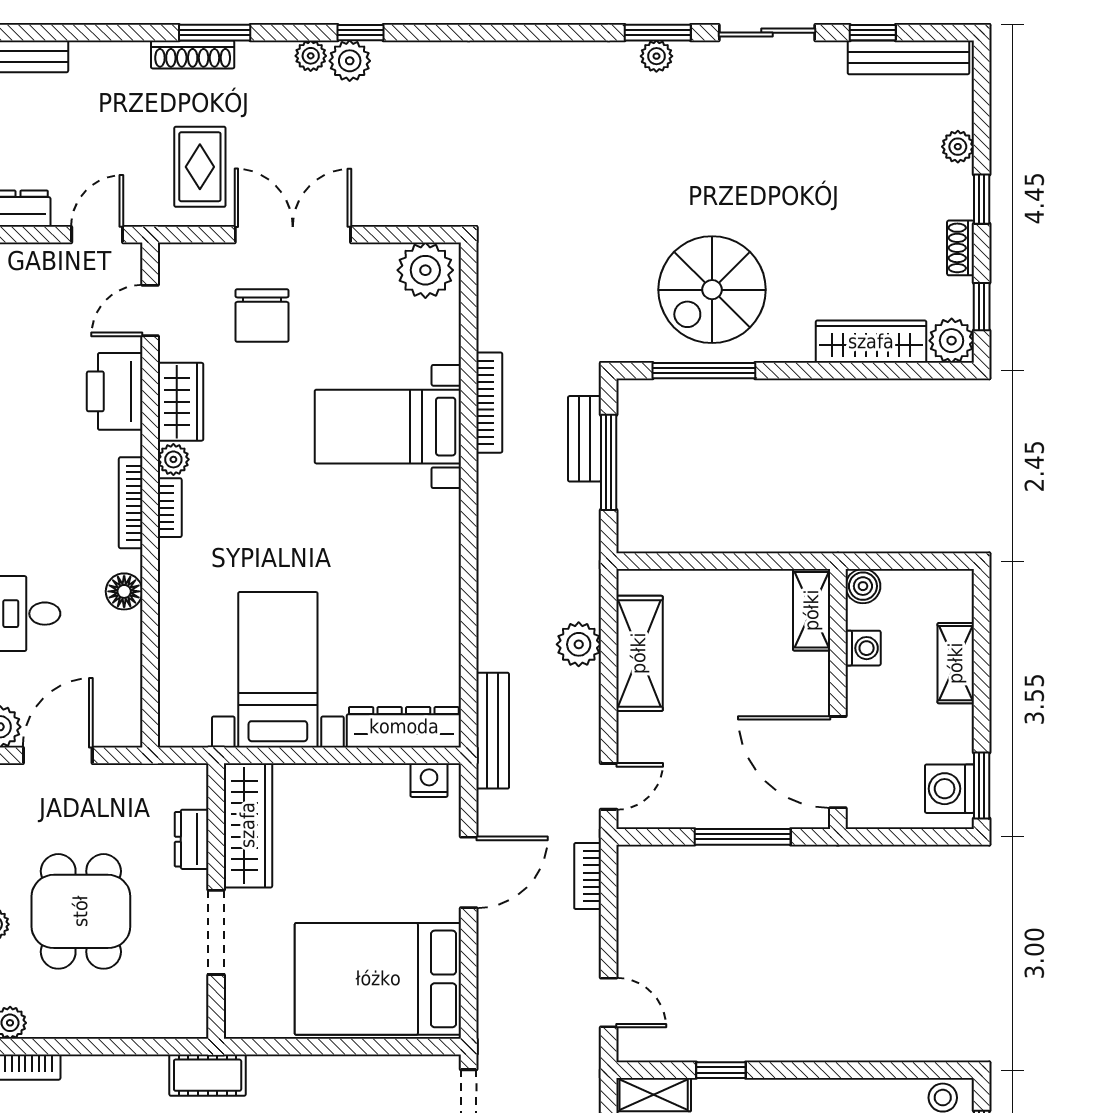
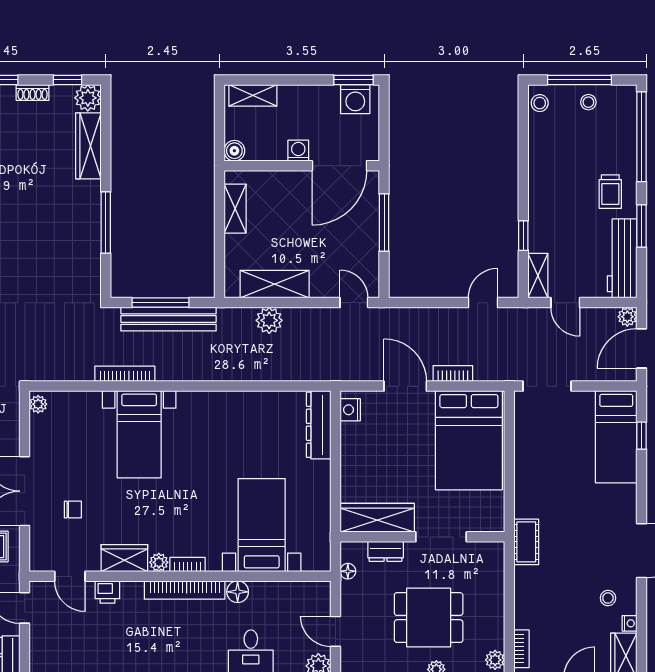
plant: (425, 270) -> (38, 404), width x0.53, depth x0.53
spiral stairs: (712, 290) -> (57, 241), removed
chair: (262, 315) -> (73, 509), width x0.54, depth x0.54
window: (704, 371) -> (106, 223), moved
printer: (115, 391) -> (107, 592), width x0.53, depth x0.68
bench: (584, 439) -> (169, 319), width x1.86, depth x1.21
bookcase: (131, 503) -> (185, 590), width x1.48, depth x1.31
shelving: (812, 610) -> (235, 209), moved, turned 90
washing machine: (863, 648) -> (298, 151), moved
shelving: (956, 663) -> (253, 95), moved
bed with nightstands: (278, 670) -> (262, 525), moved, turned 90
bench: (493, 731) -> (321, 372), removed
door: (58, 755) -> (335, 631), width x0.73
floor lamp: (159, 776) -> (348, 571), added
bookcase: (588, 876) -> (453, 373), moved, turned 180

